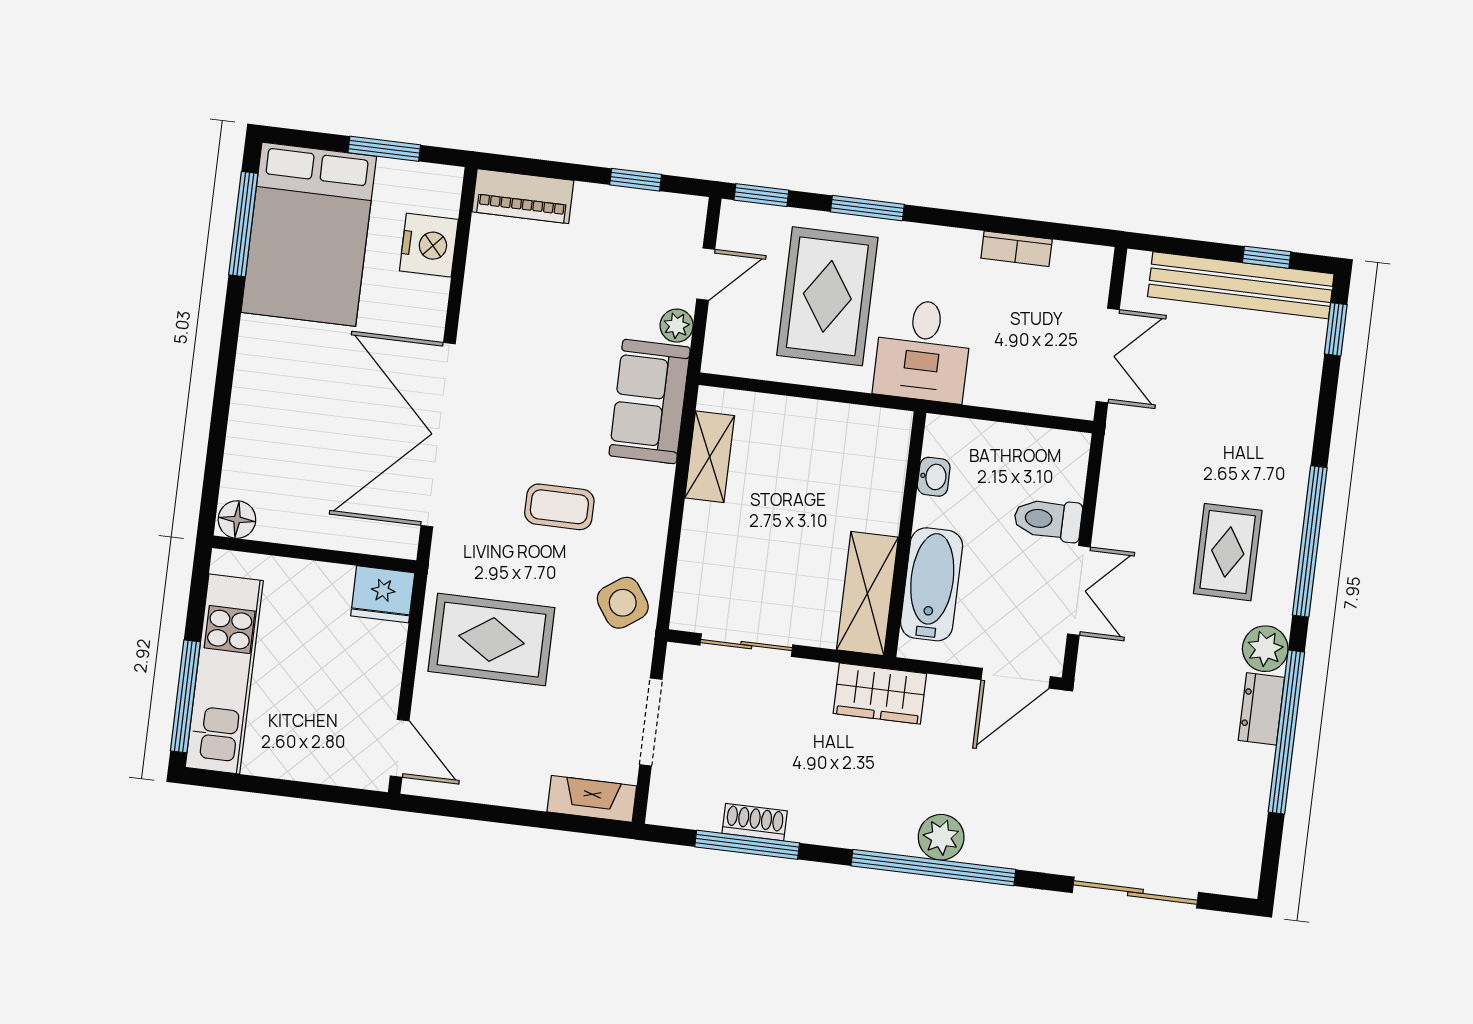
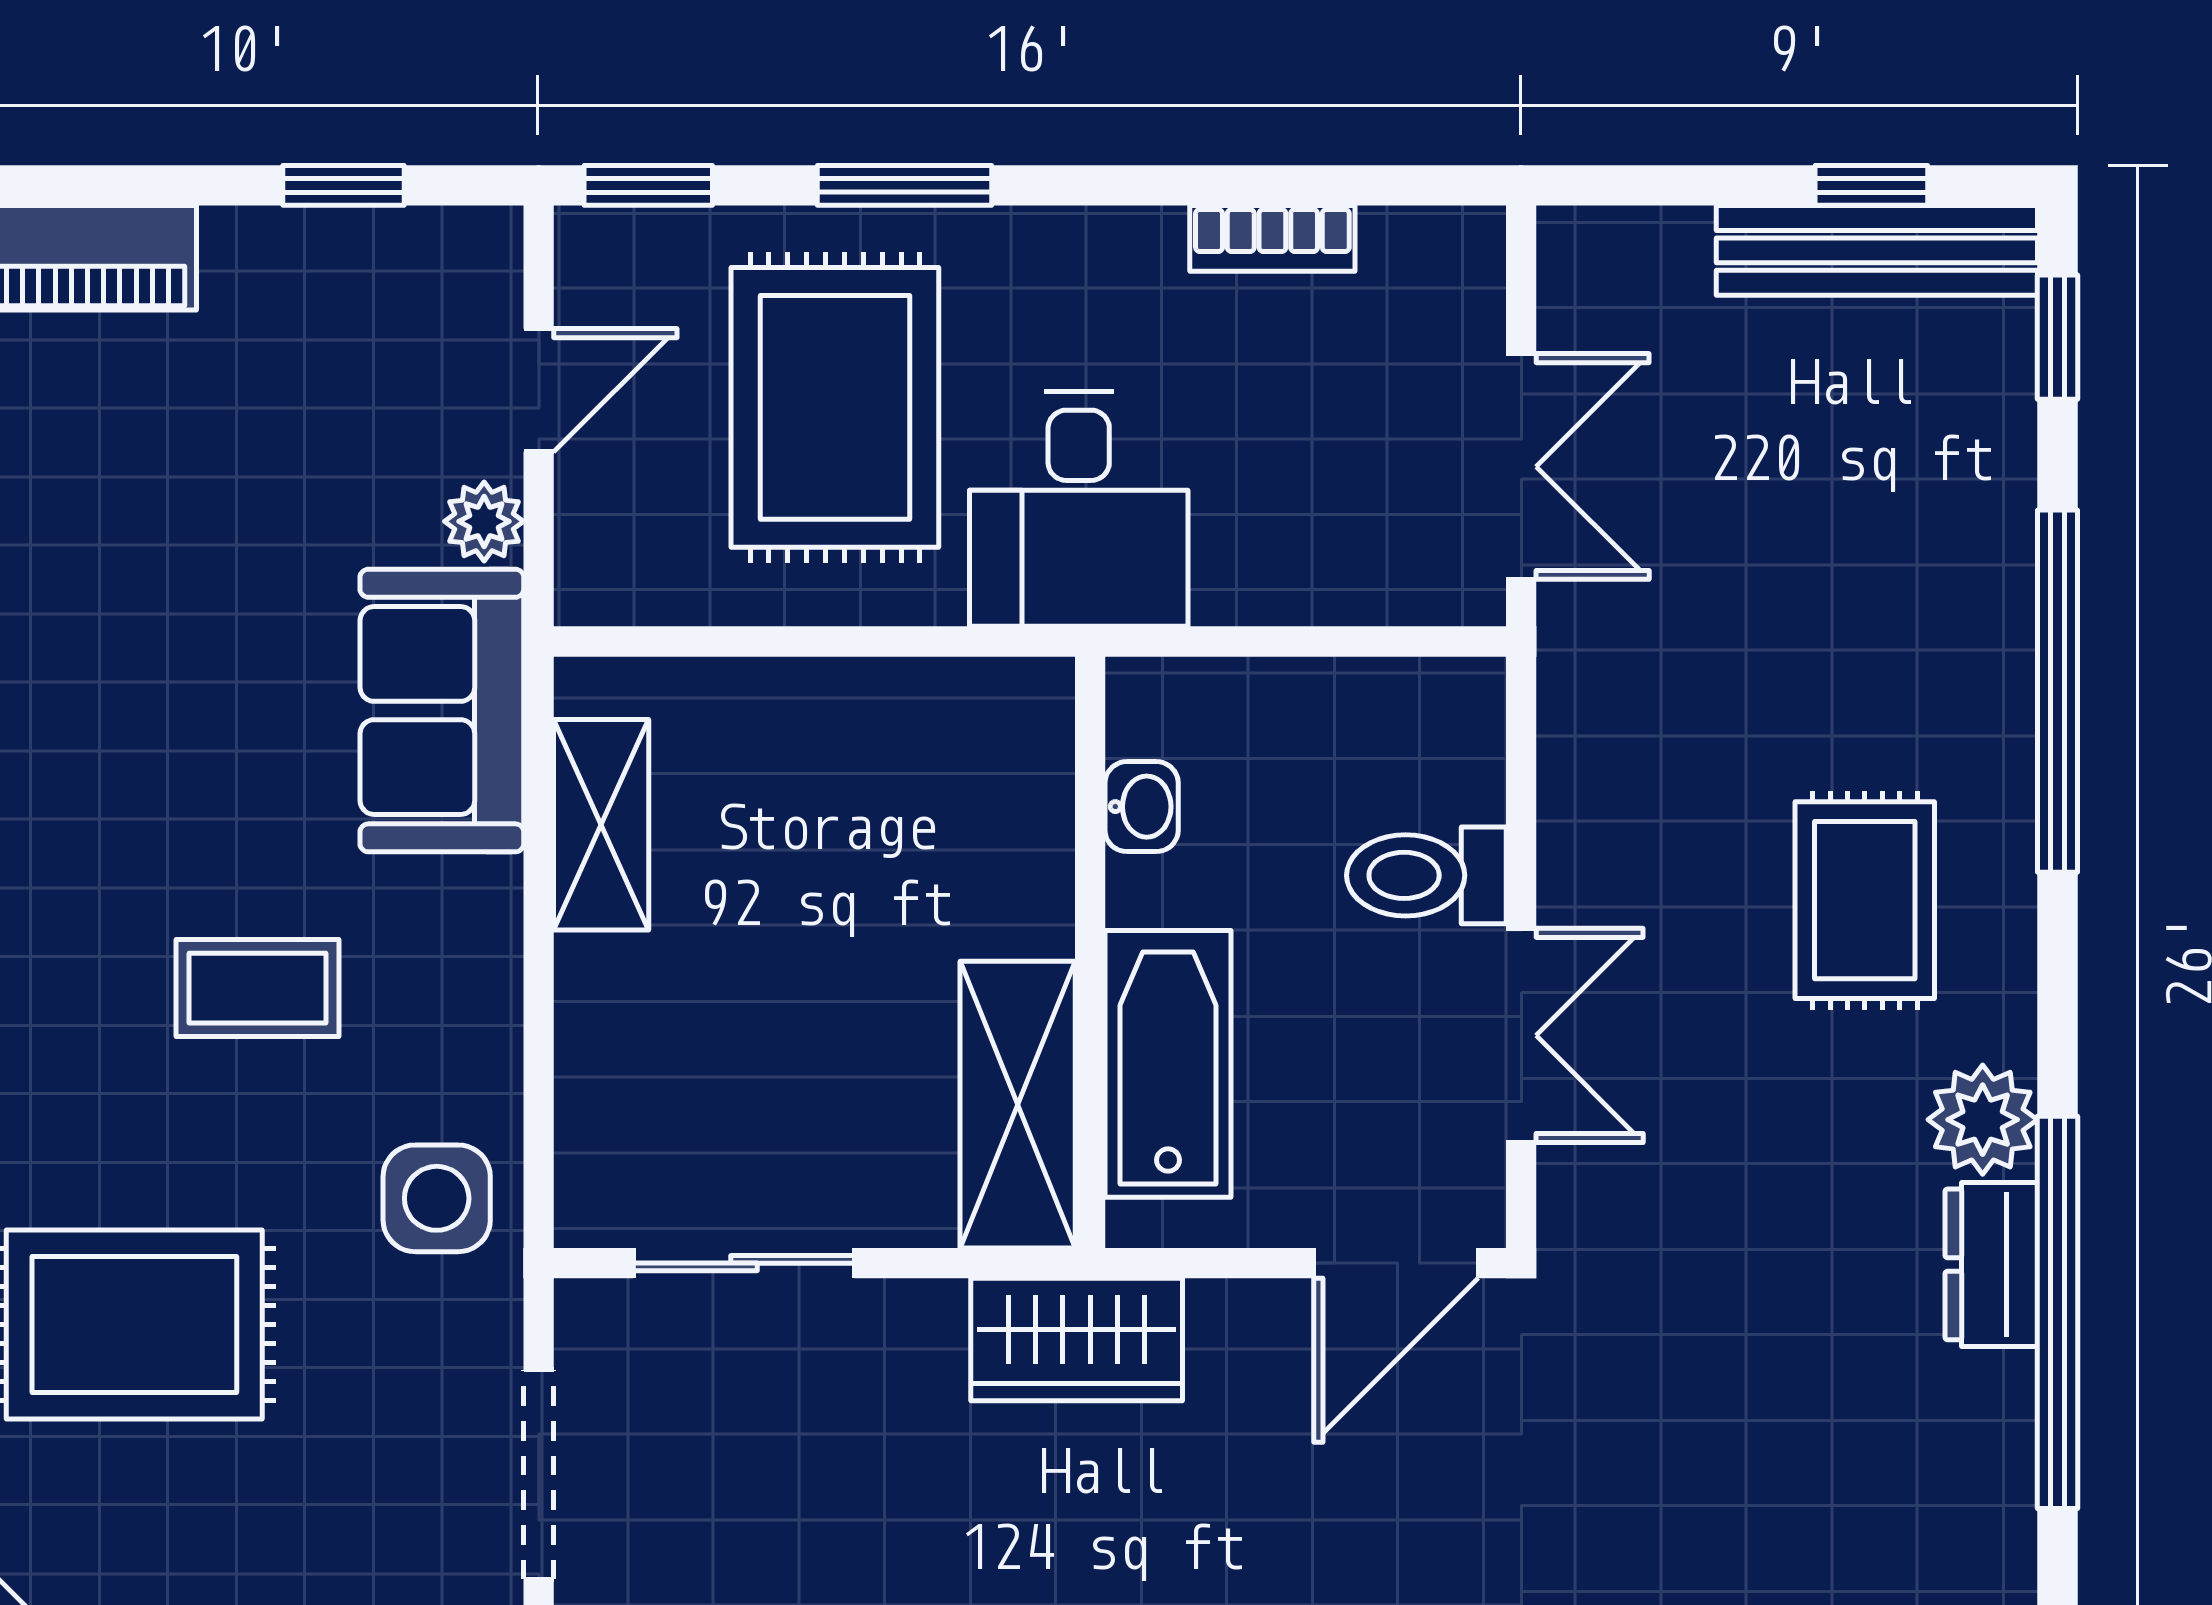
bench: (1241, 285) -> (1877, 250), width x0.73, depth x0.82
window: (1310, 541) -> (2057, 691), moved
side table: (623, 603) -> (437, 1198), turned 35

